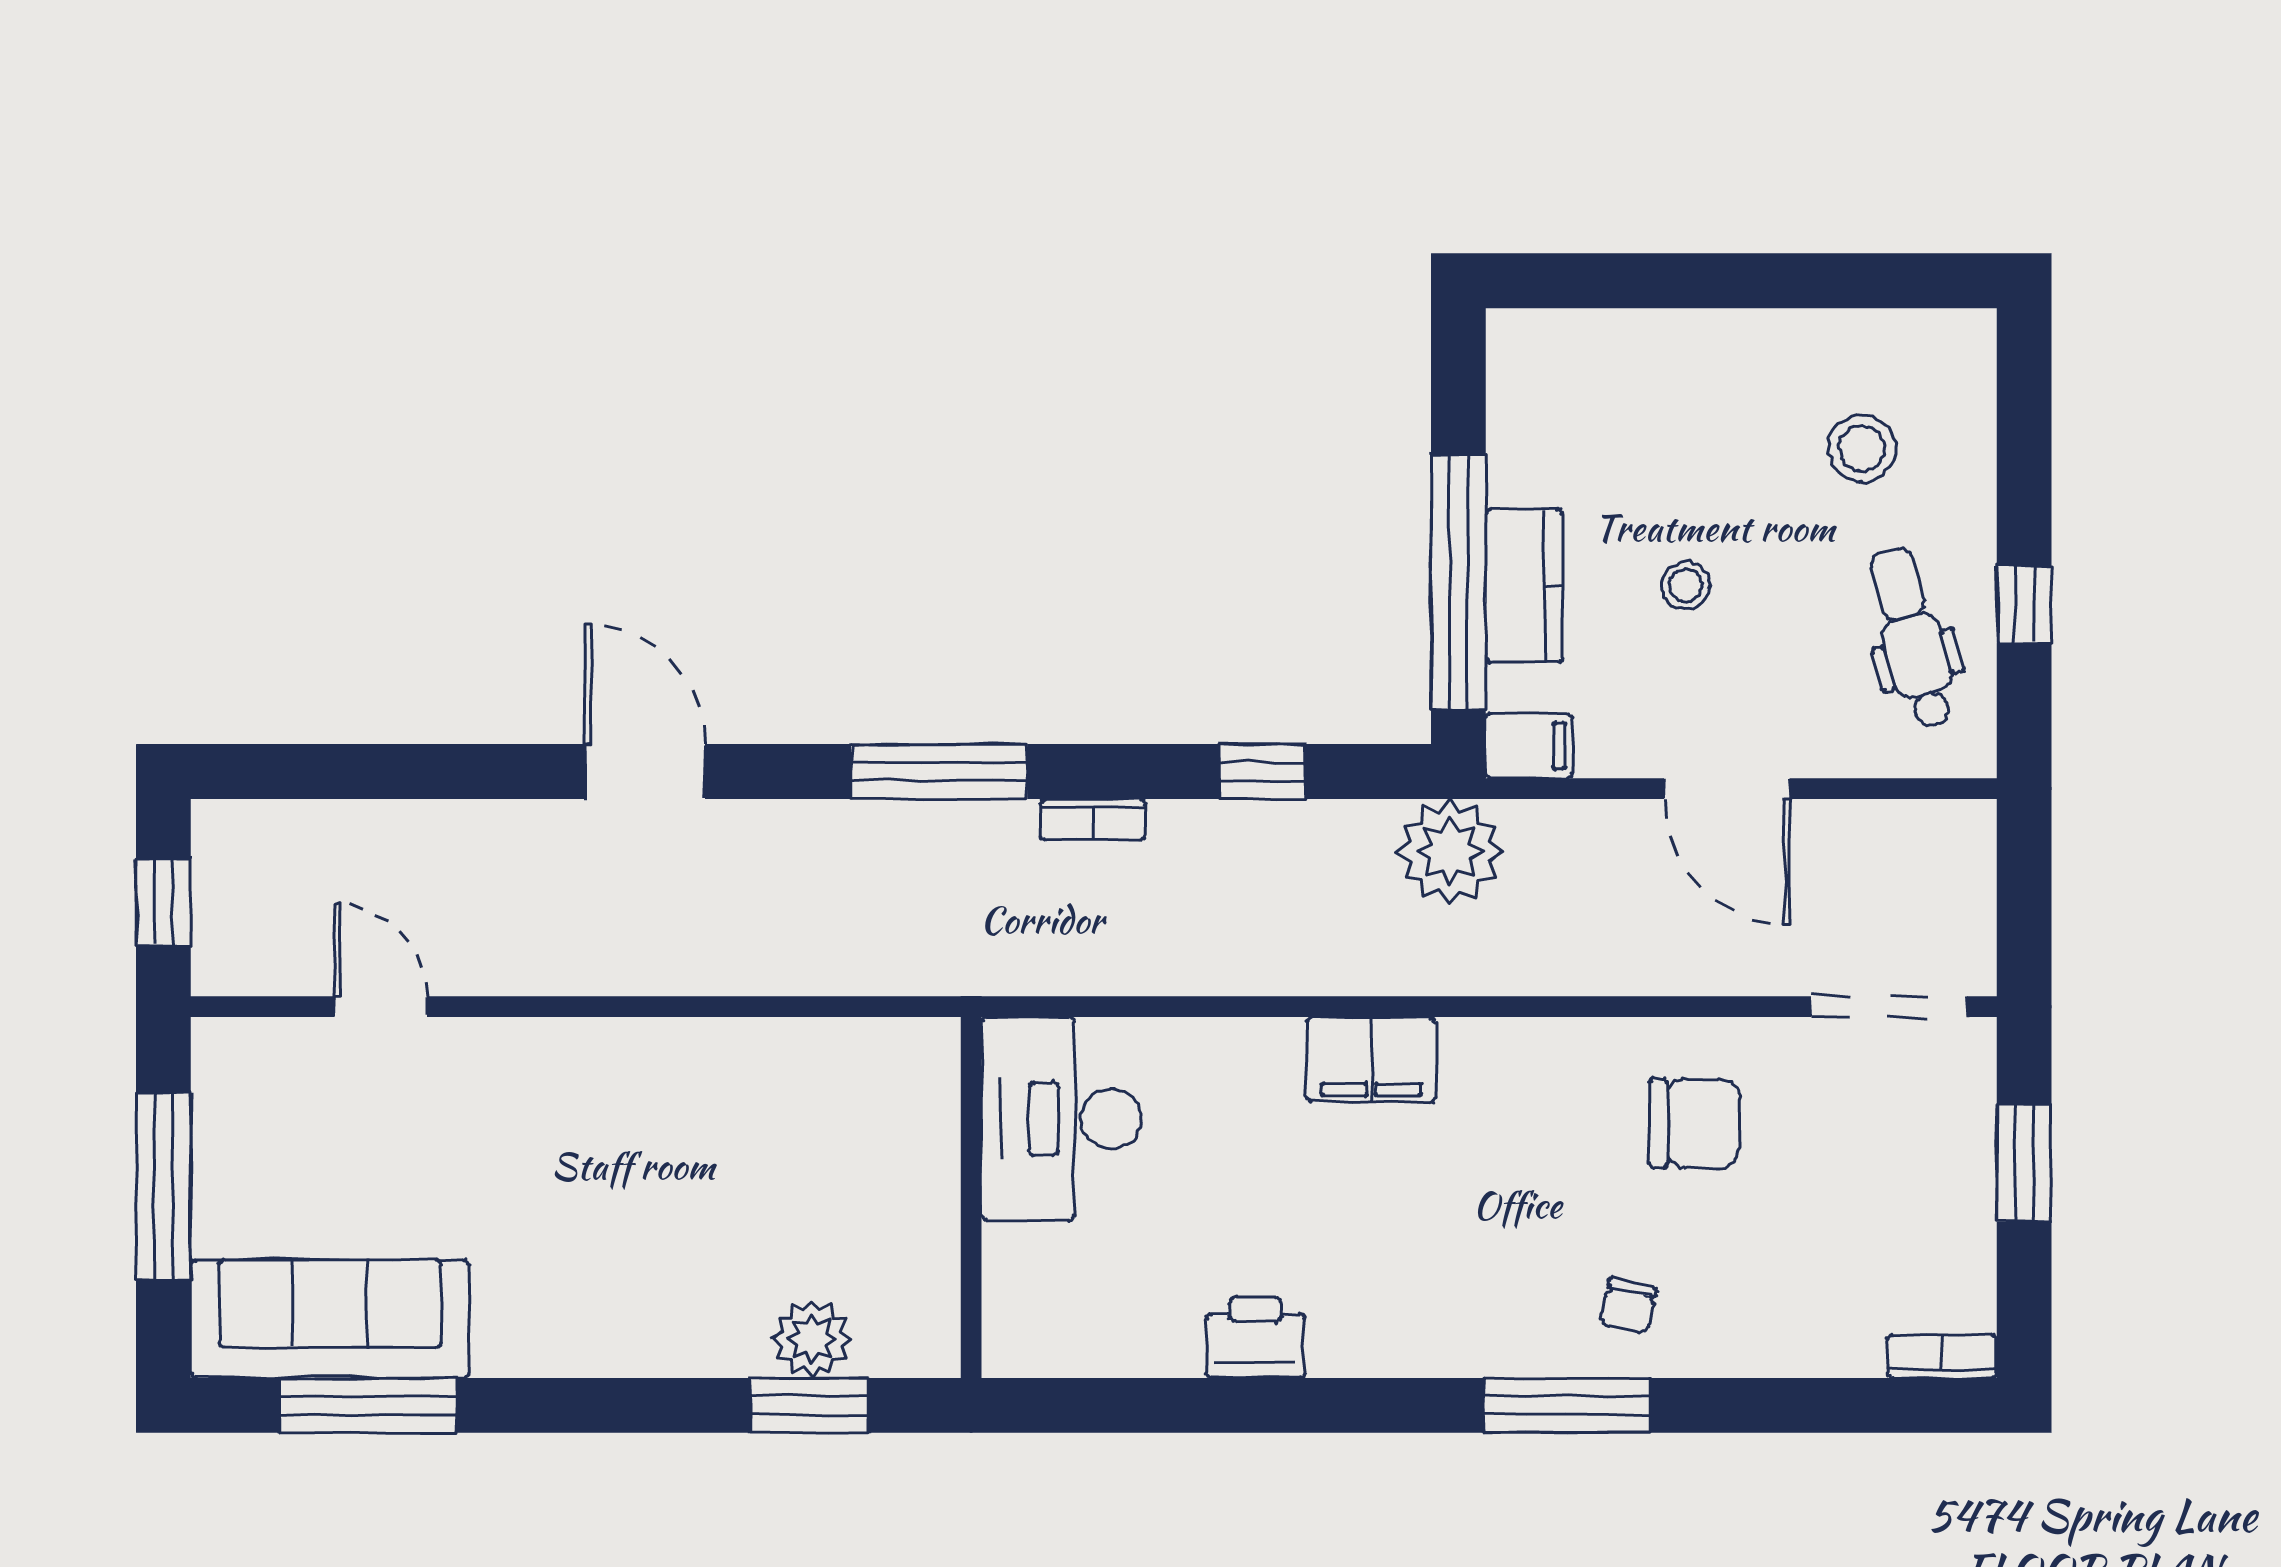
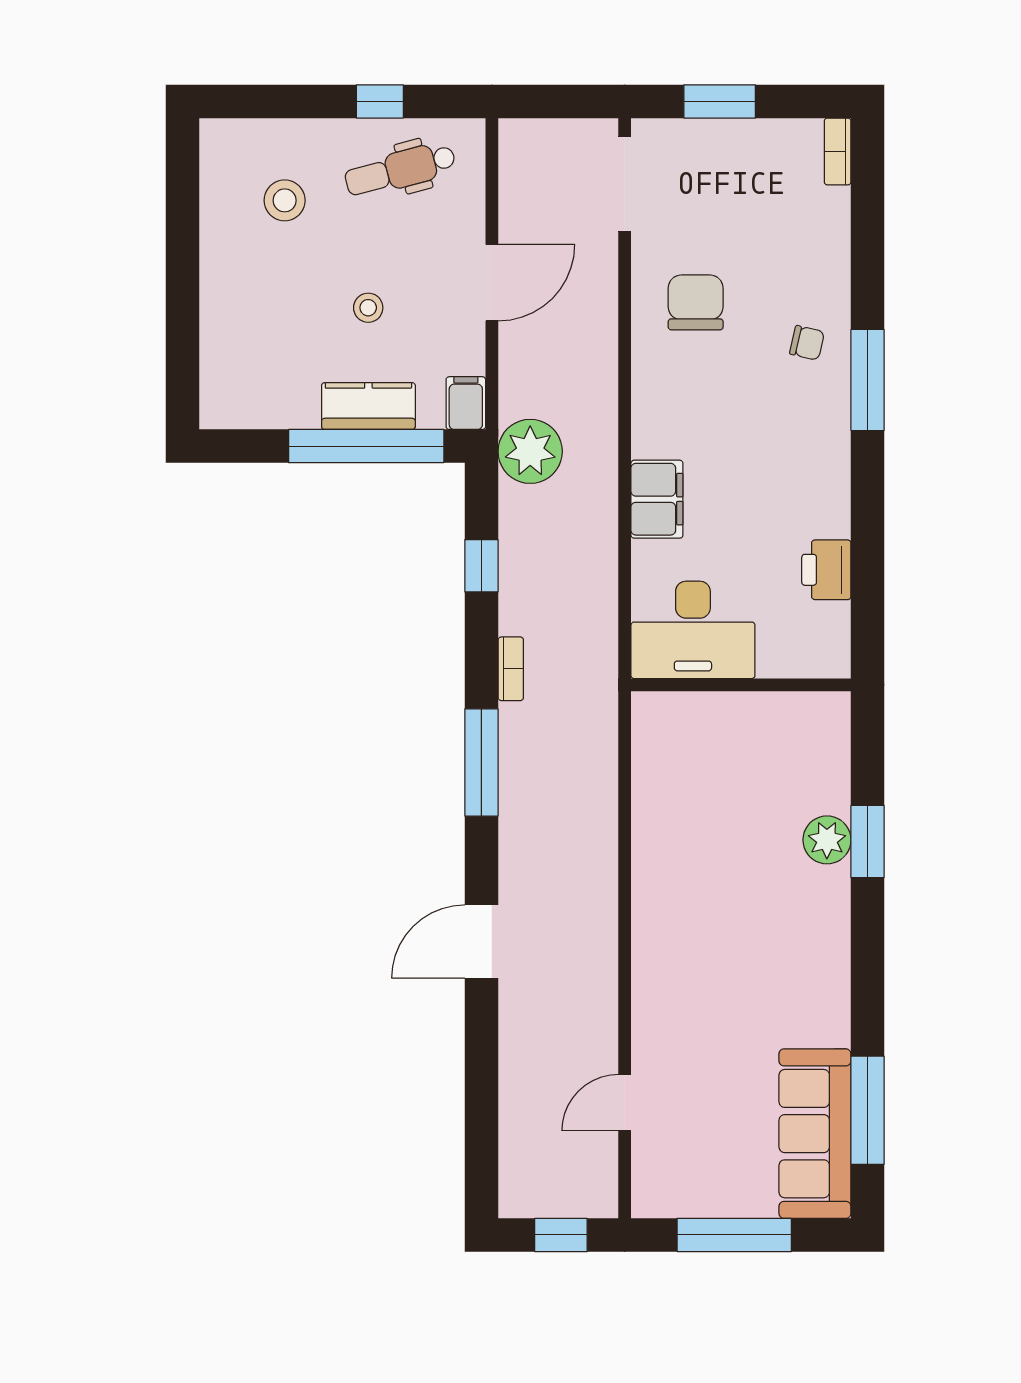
desk: (1061, 1119) -> (693, 630), moved
wall: (971, 1198) -> (741, 685), moved

